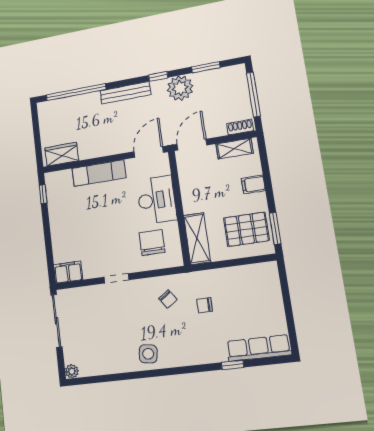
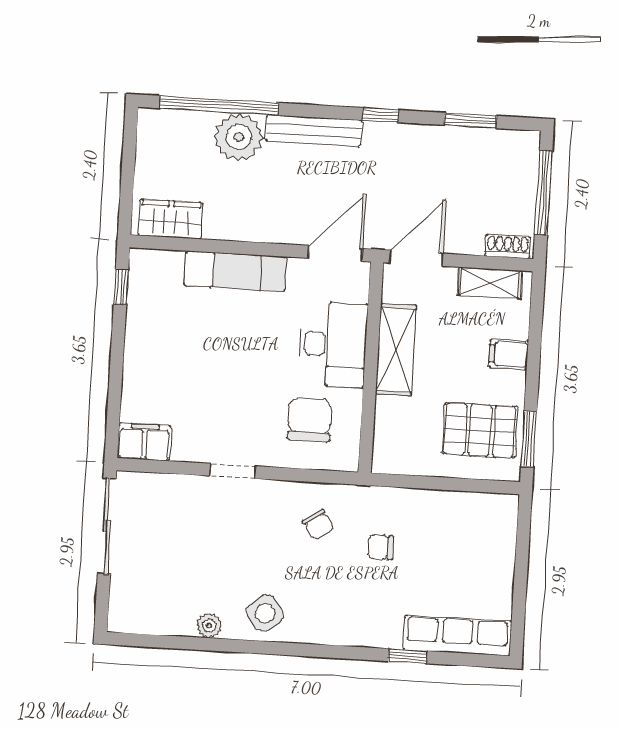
plant: (180, 88) -> (239, 137), moved
shelving: (197, 239) -> (396, 350), moved
side table: (148, 354) -> (265, 613), turned 45
plant: (72, 371) -> (209, 625), moved

